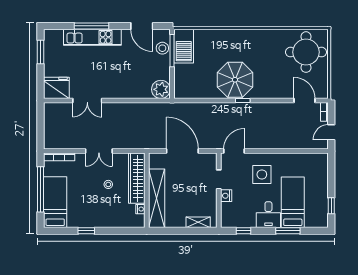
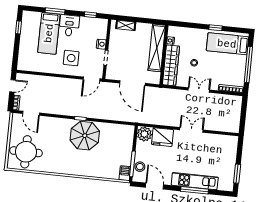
barbecue: (184, 46) -> (125, 173), width x0.53, depth x0.65
fridge: (56, 88) -> (163, 137), moved
double door: (87, 101) -> (191, 130), moved
bed: (55, 202) -> (227, 44), moved, turned 90

